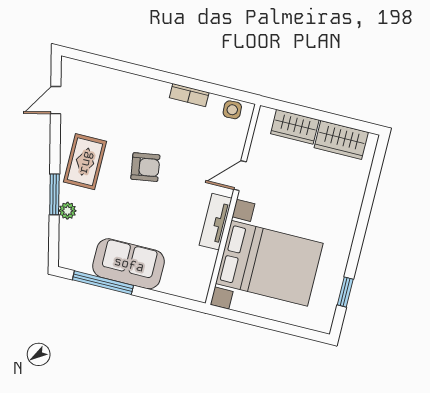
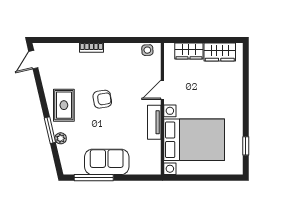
bookcase: (189, 95) -> (91, 48), moved
door: (56, 100) -> (33, 60), moved

